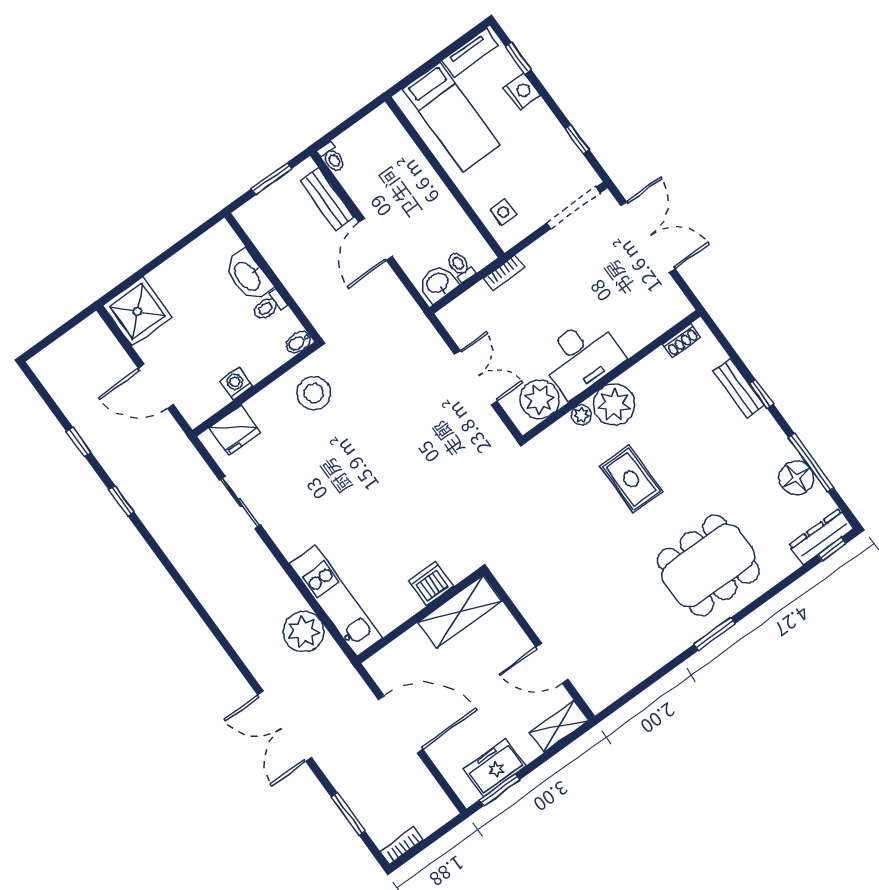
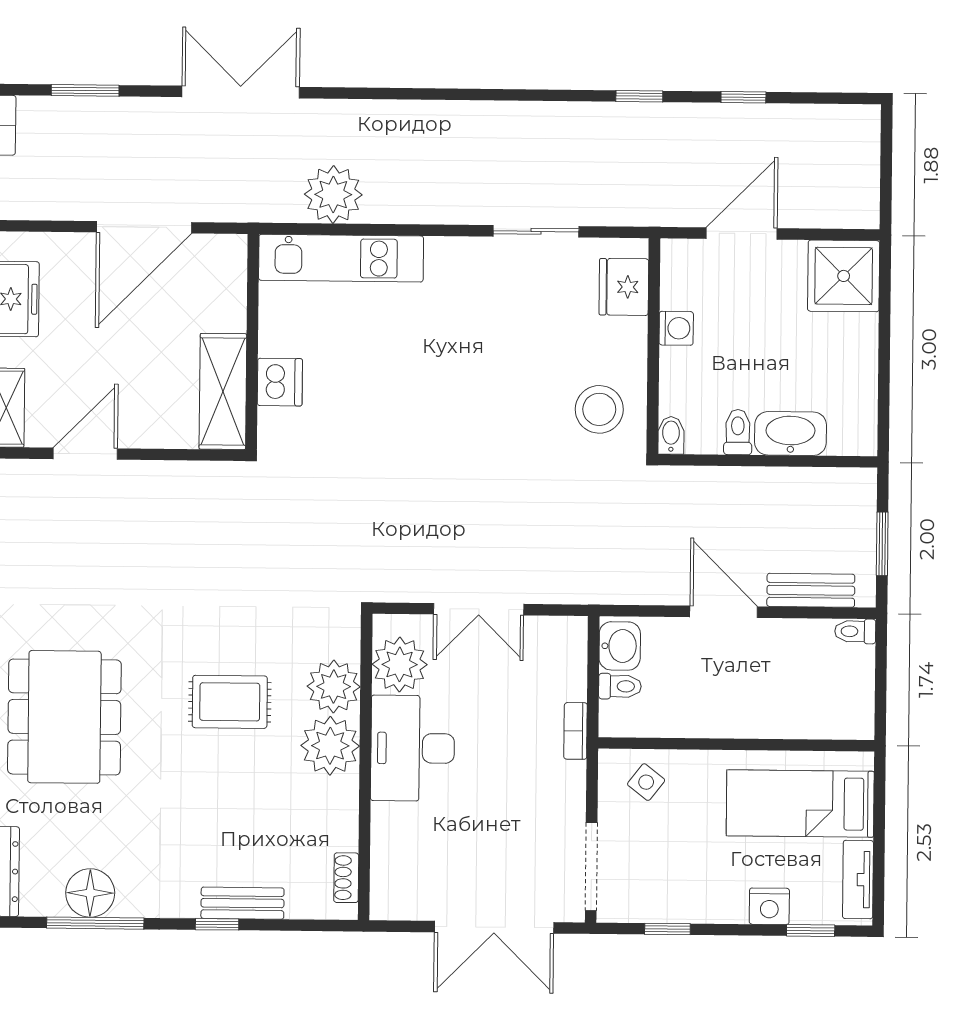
side table: (503, 212) -> (646, 782), turned 38
plant: (581, 415) -> (334, 687), width x1.87, depth x1.87

